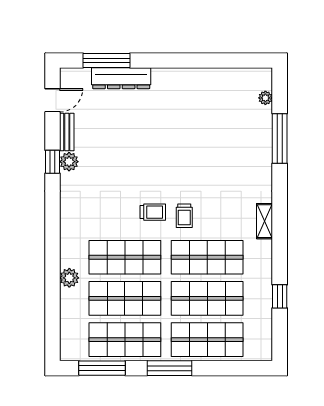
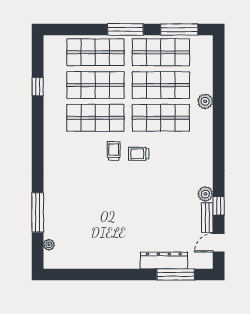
window: (52, 162) -> (219, 206), moved
shelving: (265, 221) -> (50, 147), removed

